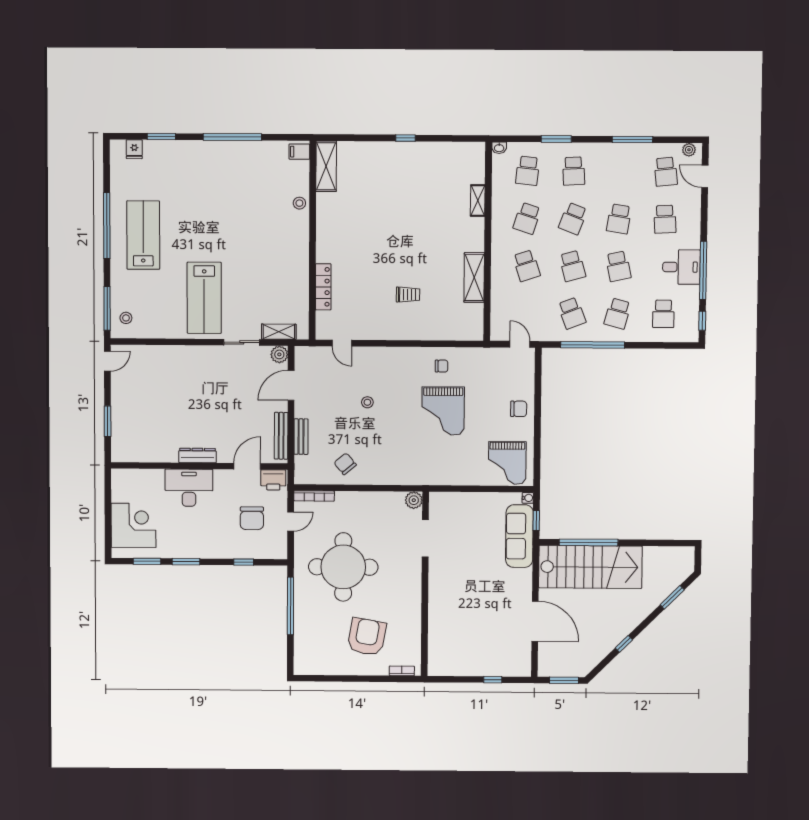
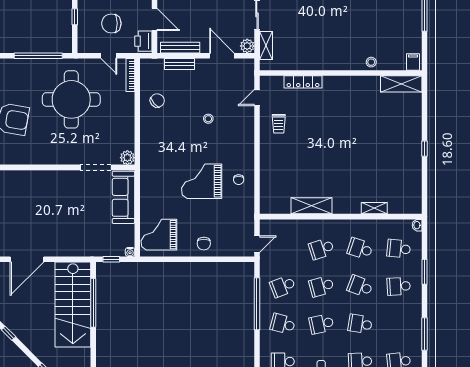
trolley: (408, 295) -> (279, 124), moved
sofa: (519, 536) -> (123, 197), moved, turned -90

